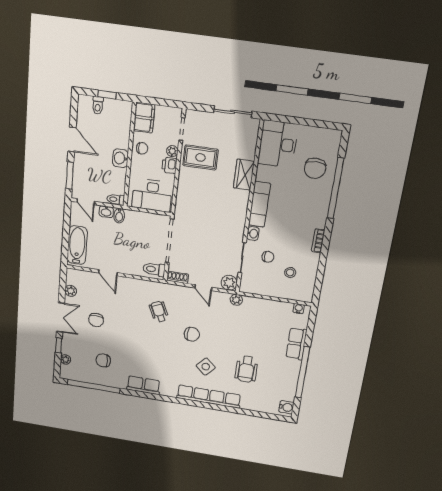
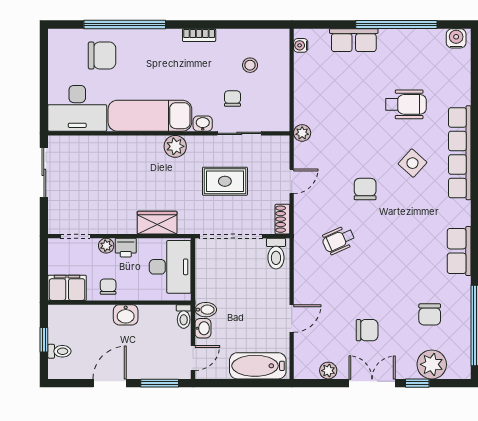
rug: (200, 157) -> (225, 181), moved, turned 90
wardrobe: (244, 175) -> (157, 223), moved, turned 180
exam couch: (259, 204) -> (150, 116), width x1.36, depth x1.45
plant: (229, 283) -> (175, 146), moved
plant: (66, 360) -> (432, 364), width x1.88, depth x1.88

